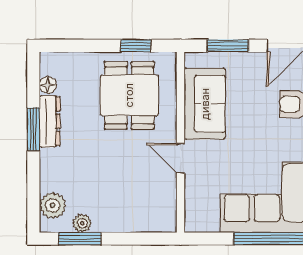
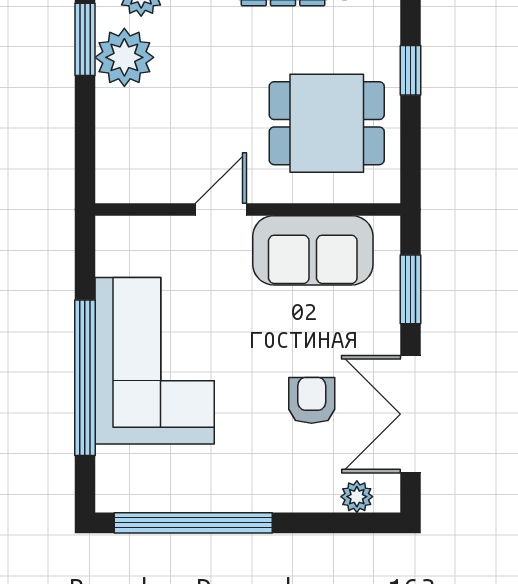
window: (136, 46) -> (411, 70), moved
plant: (82, 223) -> (124, 57), width x1.88, depth x1.88

